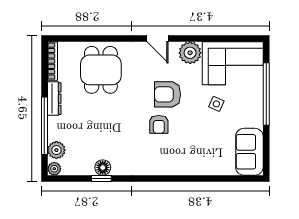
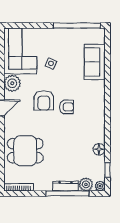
window: (266, 94) -> (77, 26), moved
dresser: (54, 99) -> (65, 186), moved
sofa: (249, 152) -> (95, 62), moved, turned 90
window: (101, 178) -> (107, 170), moved

